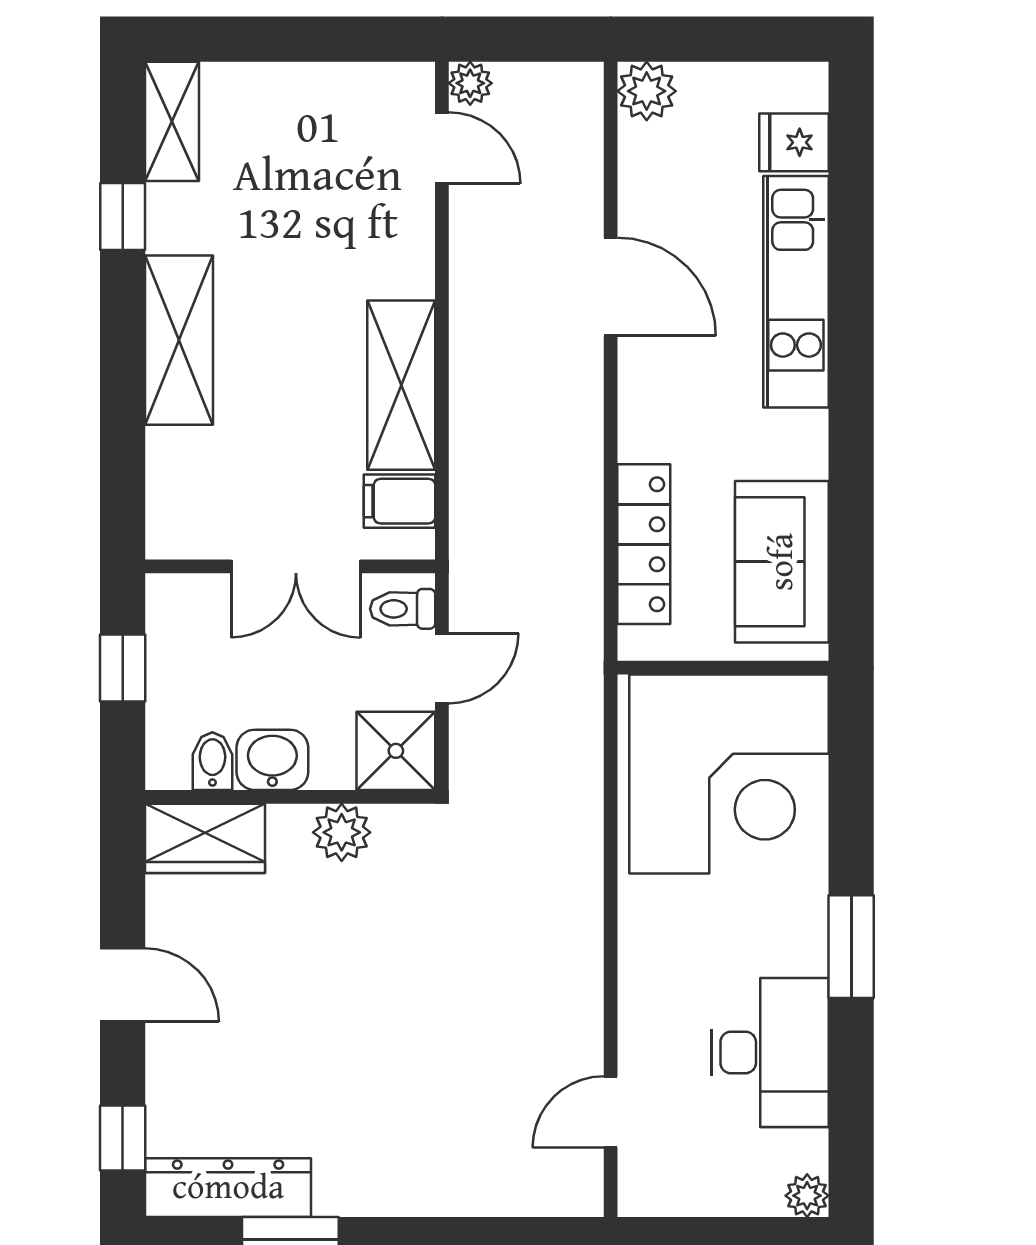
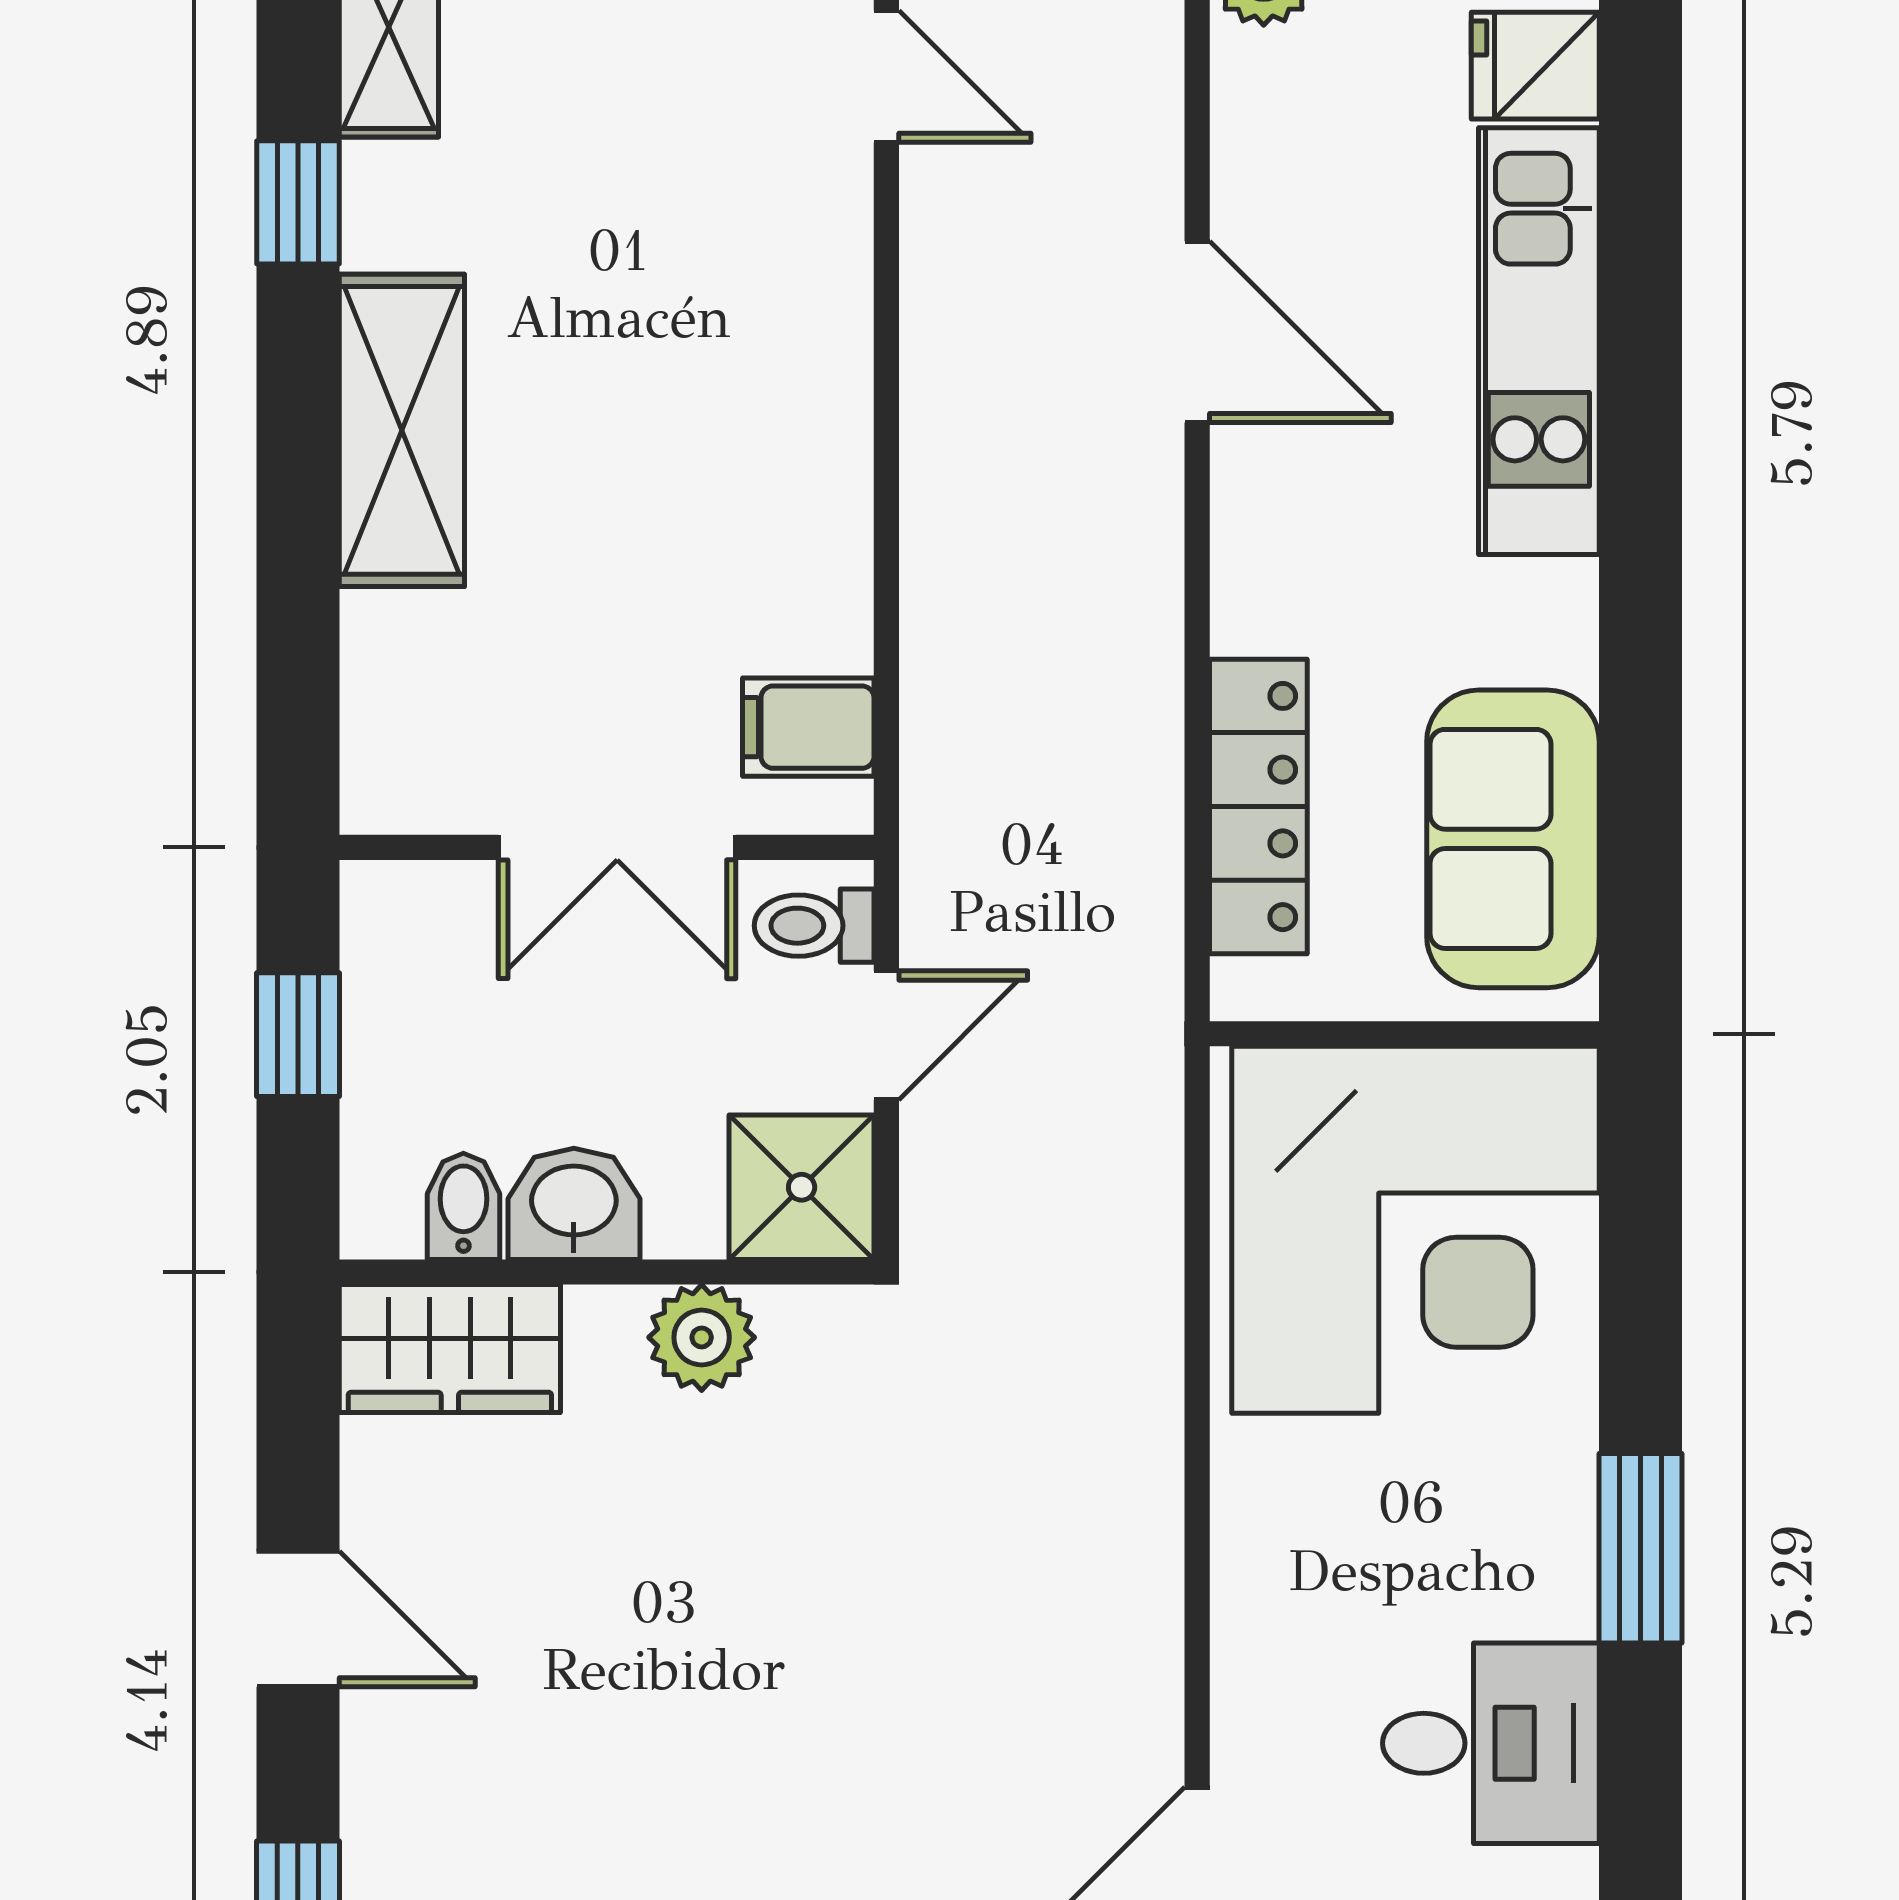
shelving: (401, 385) -> (811, 513), removed
desk: (770, 1052) -> (1491, 1743), width x0.73

